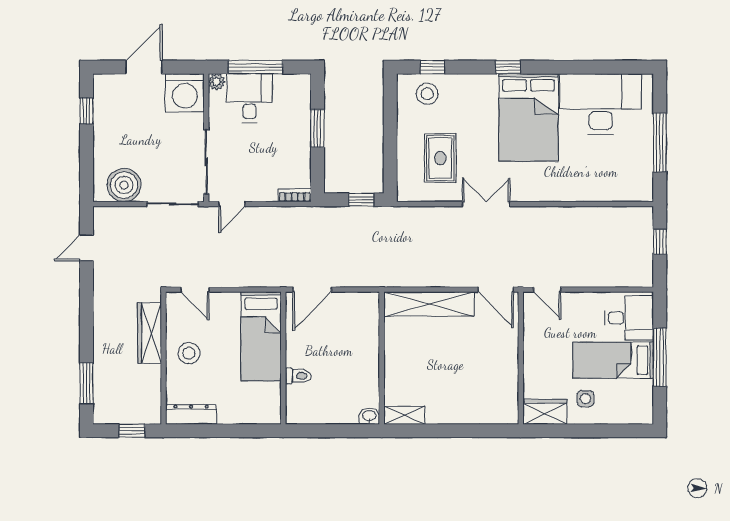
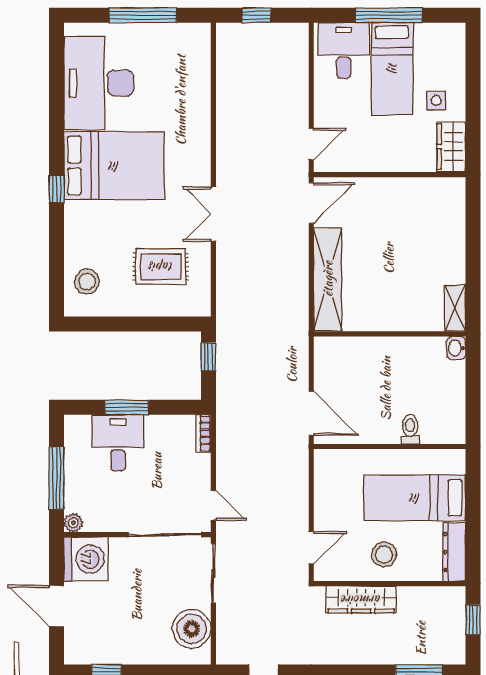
window: (433, 67) -> (57, 276), removed
desk: (249, 98) -> (118, 443), moved, turned 90
bed: (261, 336) -> (415, 498), moved, turned 180

